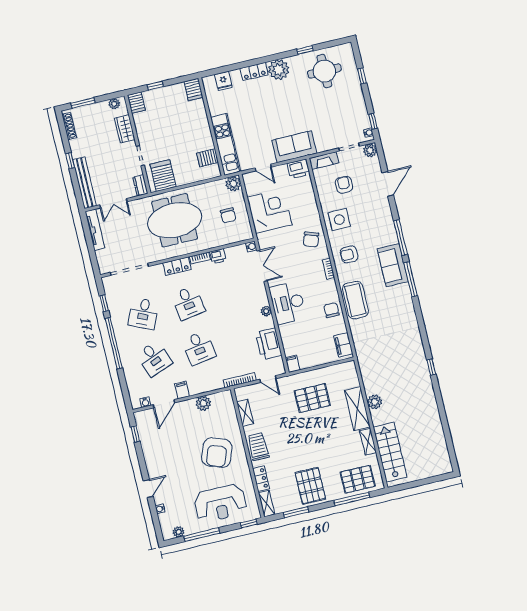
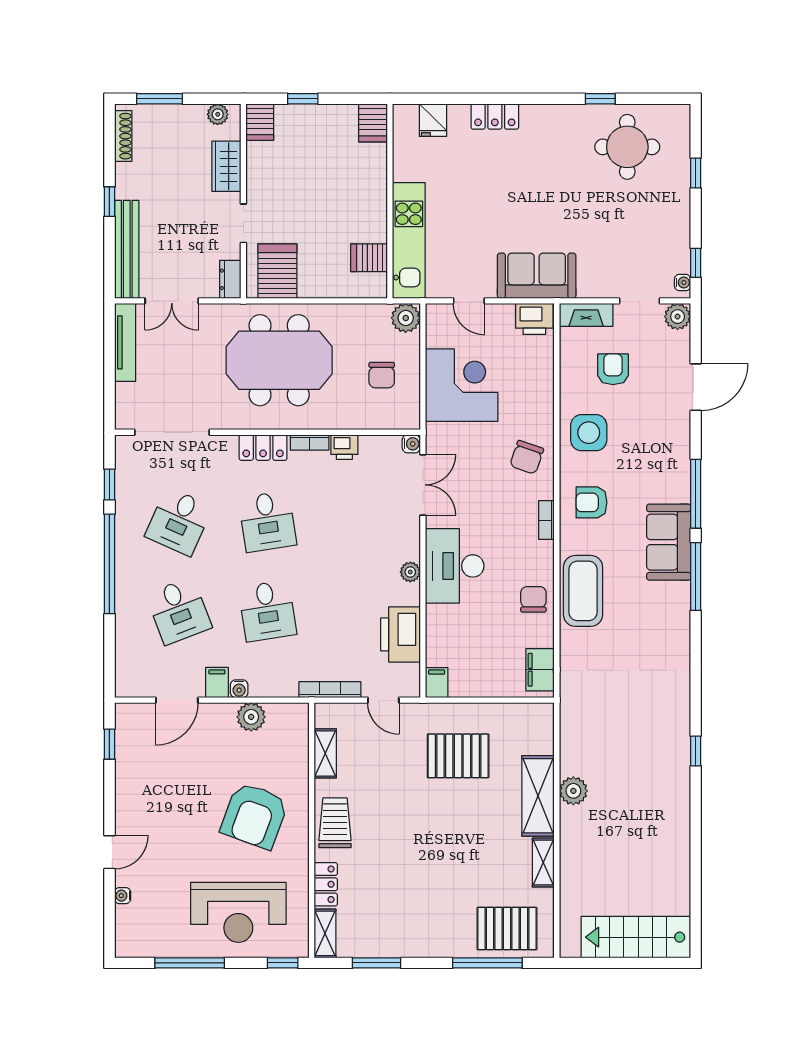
plant: (279, 70) -> (542, 124), removed
water cooler: (145, 402) -> (239, 689), moved
stairs: (390, 452) -> (636, 937), moved, turned -90
pallet: (310, 486) -> (415, 920), removed
plant: (179, 532) -> (147, 947), removed

